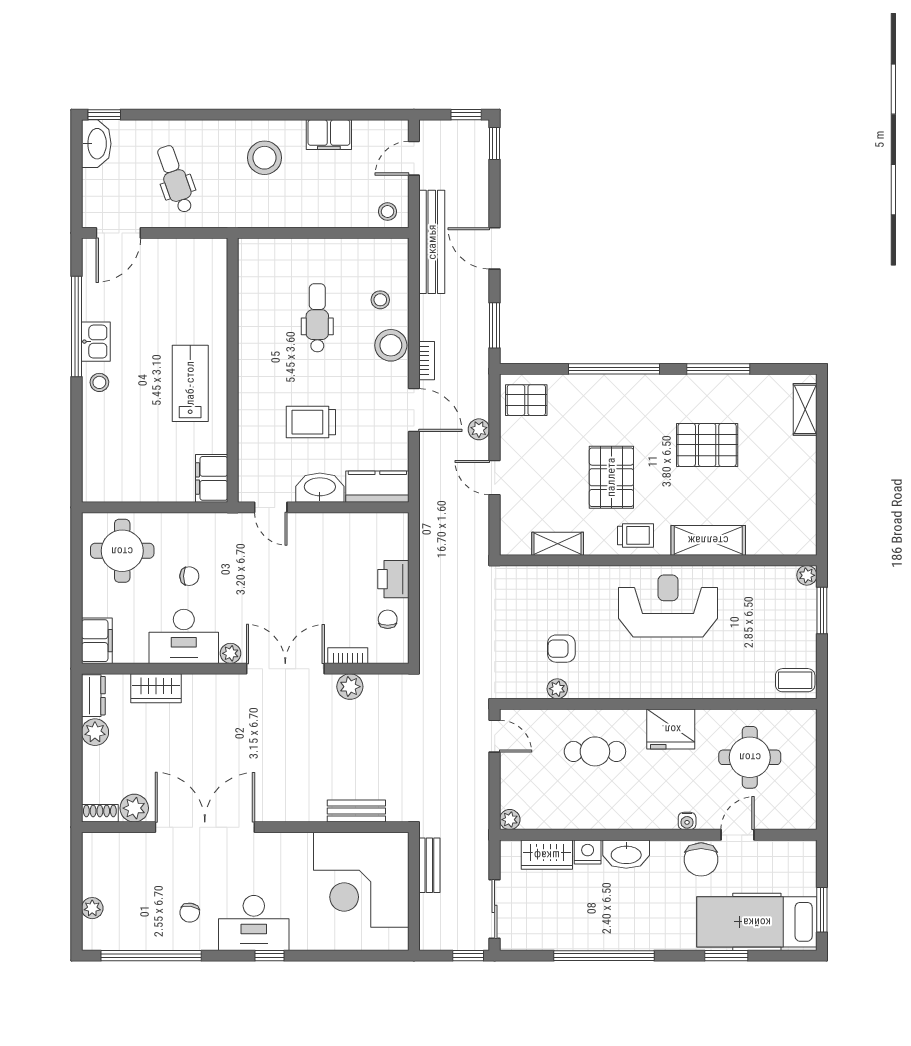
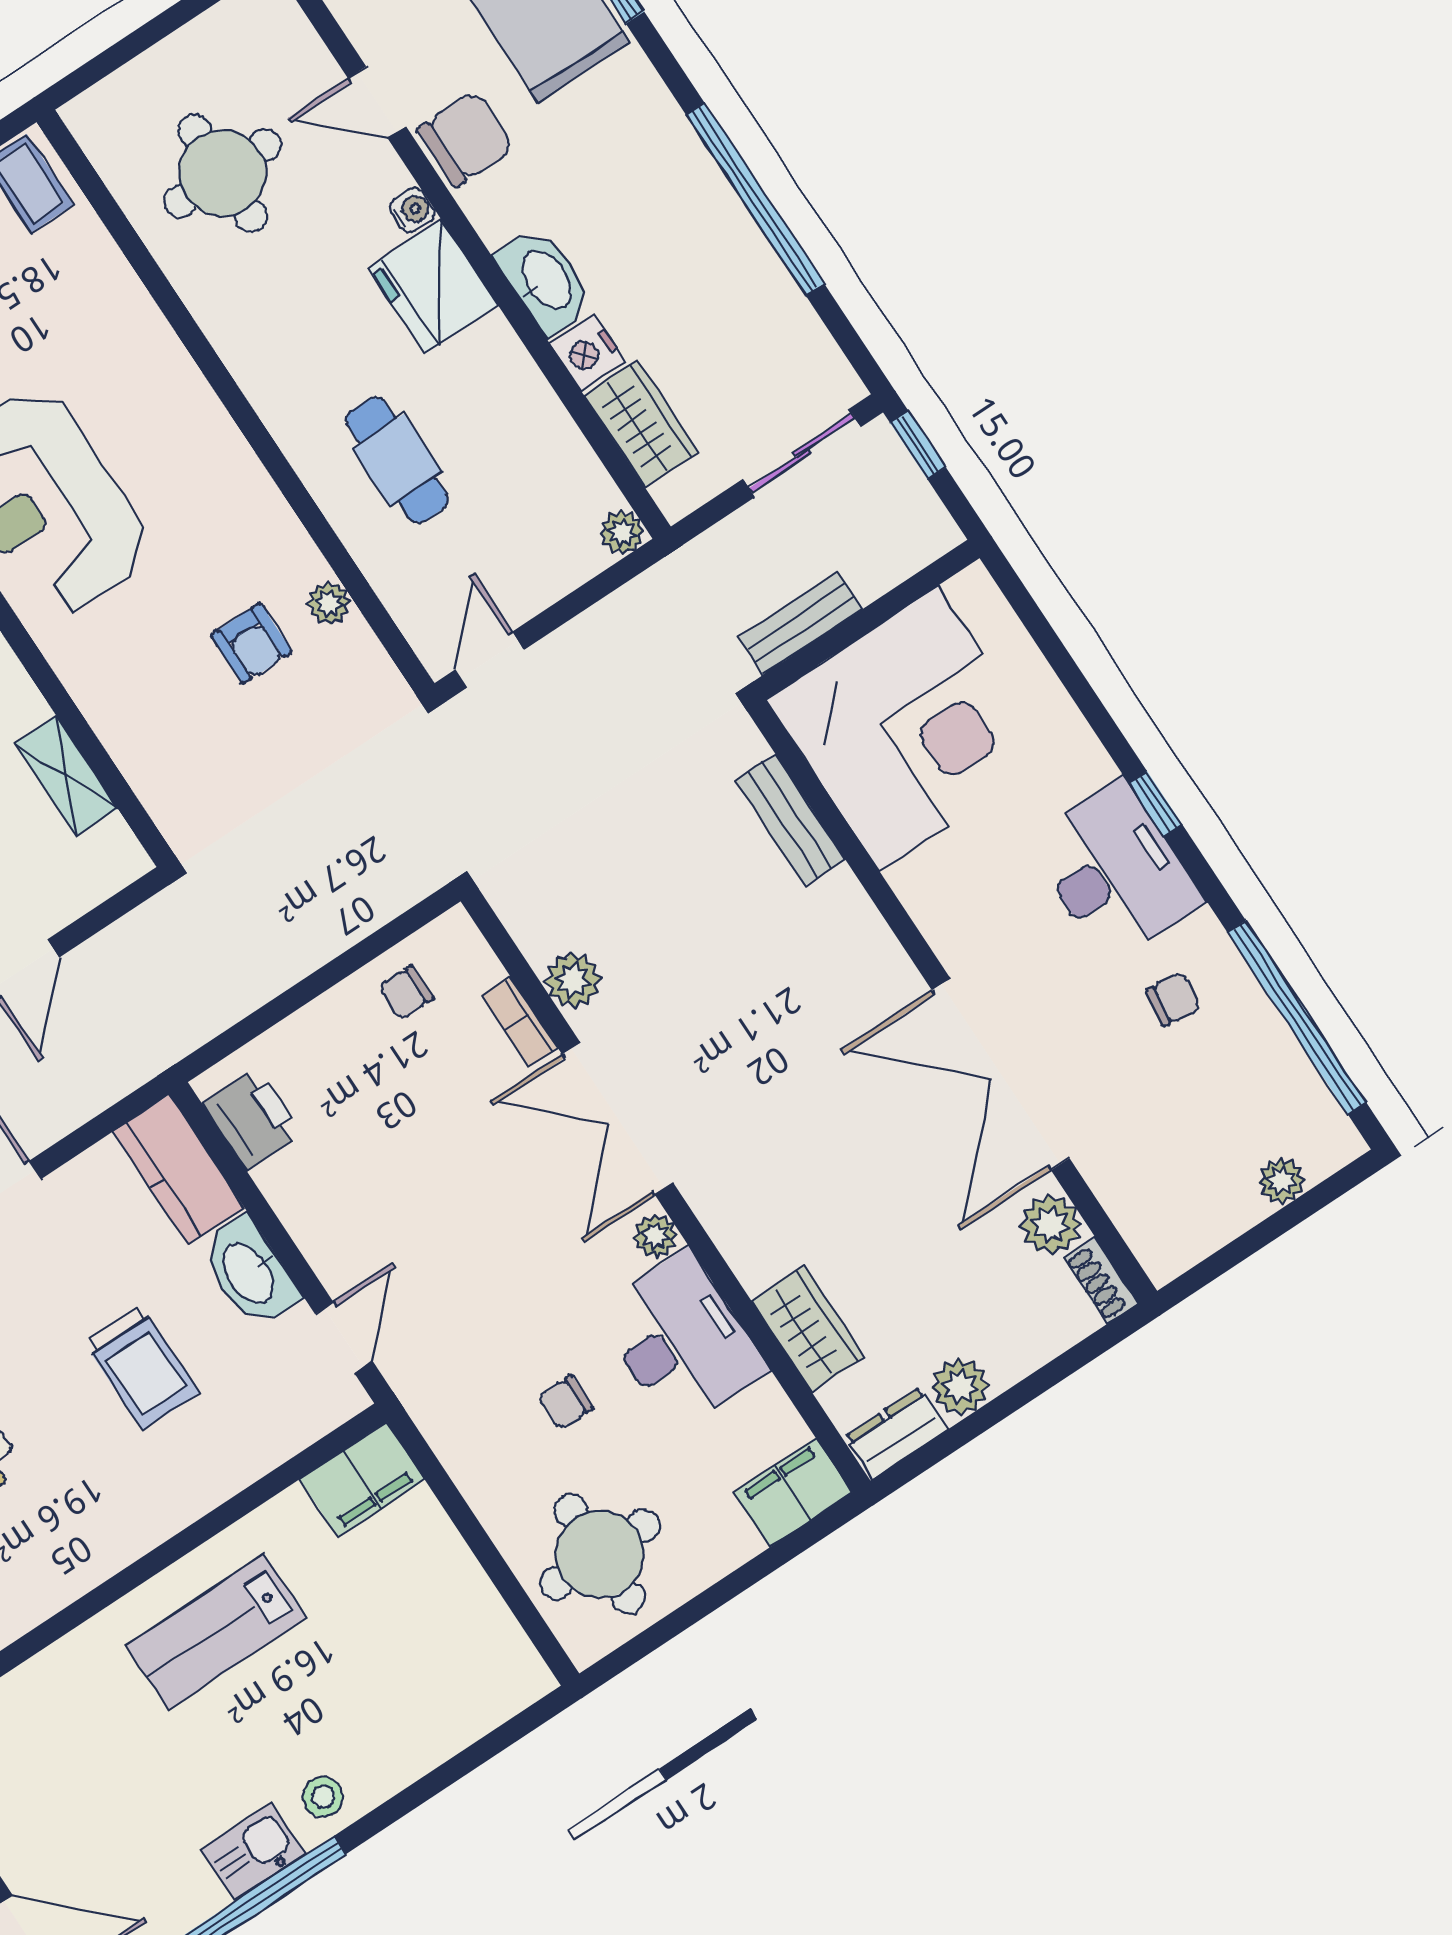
chair: (189, 576) -> (566, 1403), turned -91
printer: (393, 579) -> (252, 1118), moved, turned -90
fridge: (671, 729) -> (433, 286), moved, turned 180

